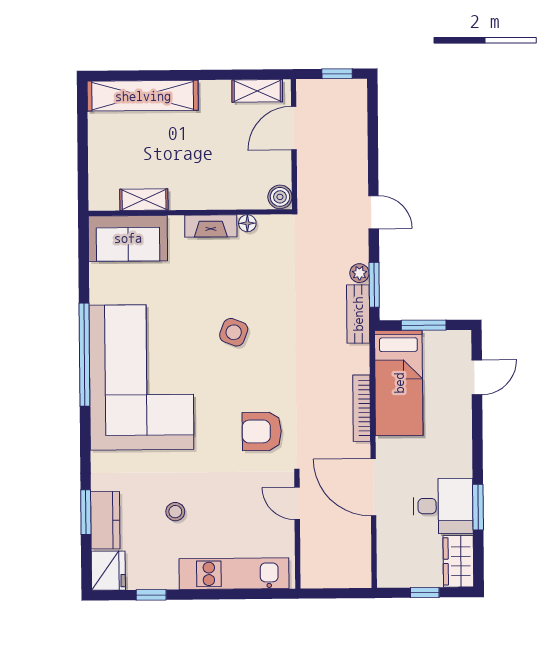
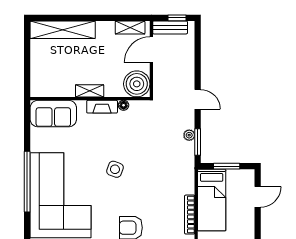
boiler: (280, 197) -> (137, 84), width x1.86, depth x1.86
shelving: (144, 200) -> (90, 91), moved
bench: (358, 314) -> (170, 27), moved, turned 90

